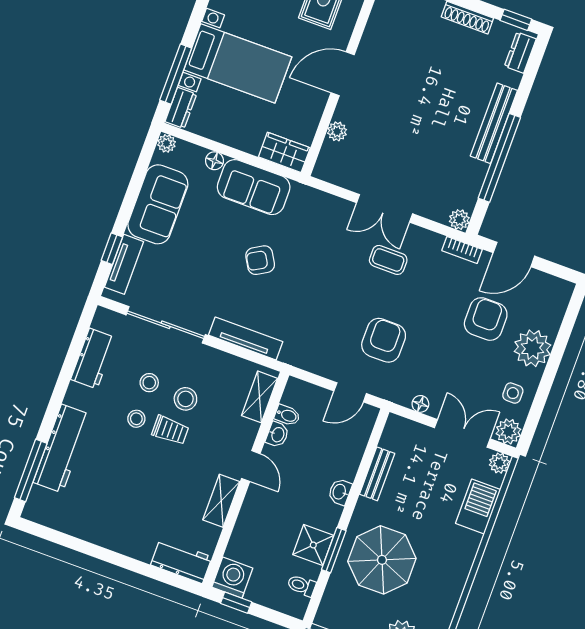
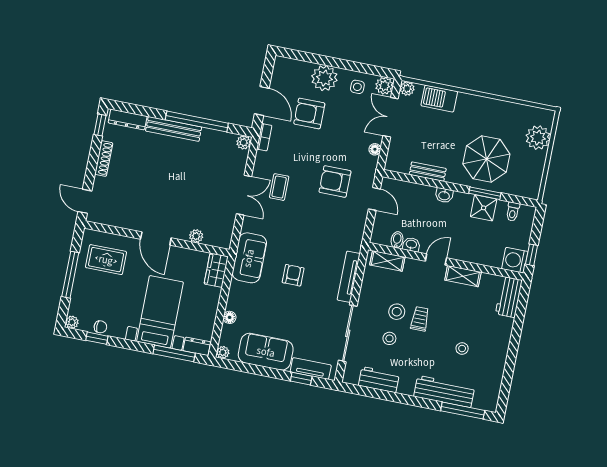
dresser: (520, 53) -> (128, 119), width x1.44
sofa: (254, 187) -> (249, 258), moved
armchair: (260, 260) -> (293, 275), turned -150
stool: (136, 419) -> (462, 349), moved

